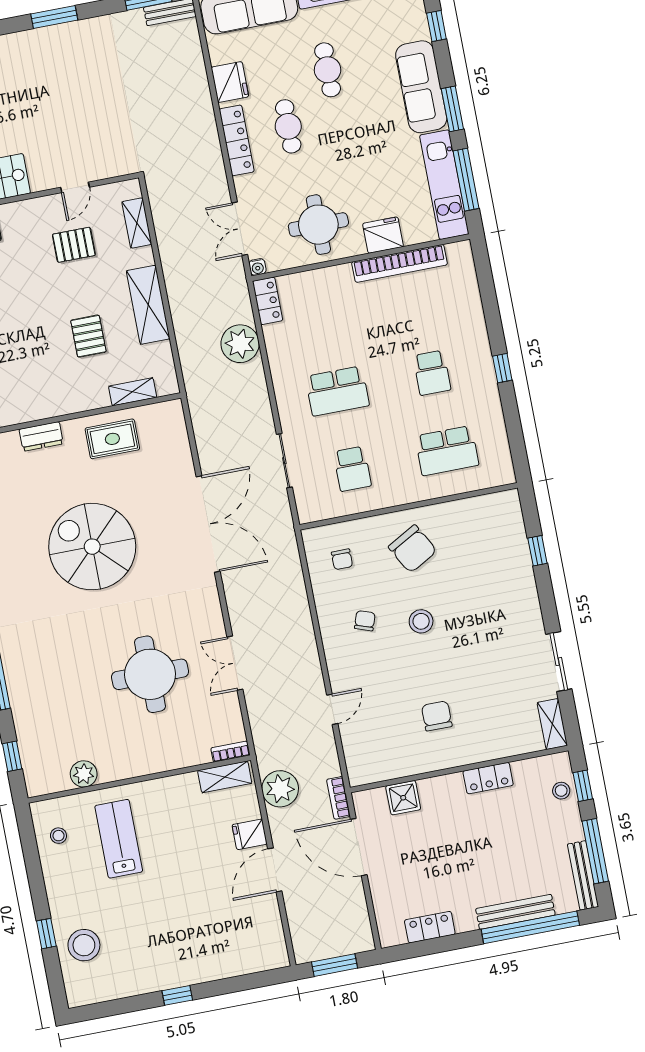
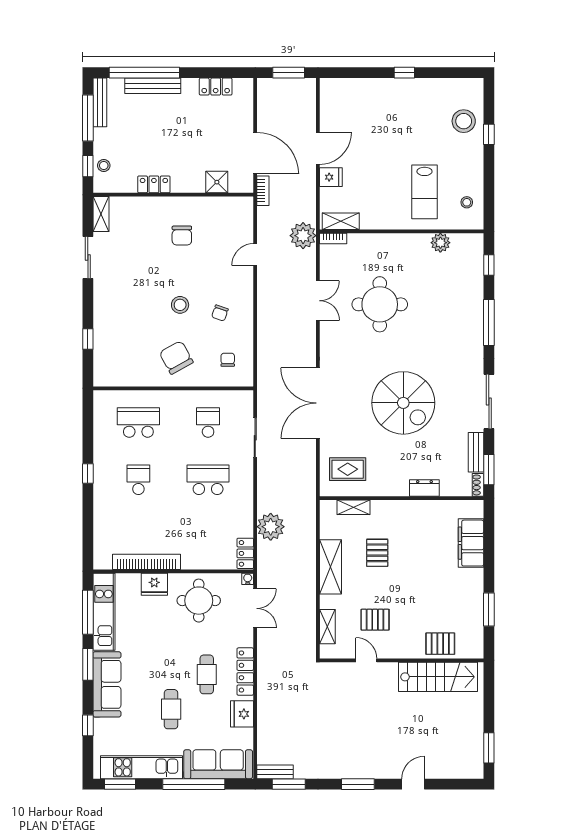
door: (75, 187) -> (366, 660), hinge flipped
rug: (112, 439) -> (348, 469), moved
plant: (280, 789) -> (303, 236), moved

